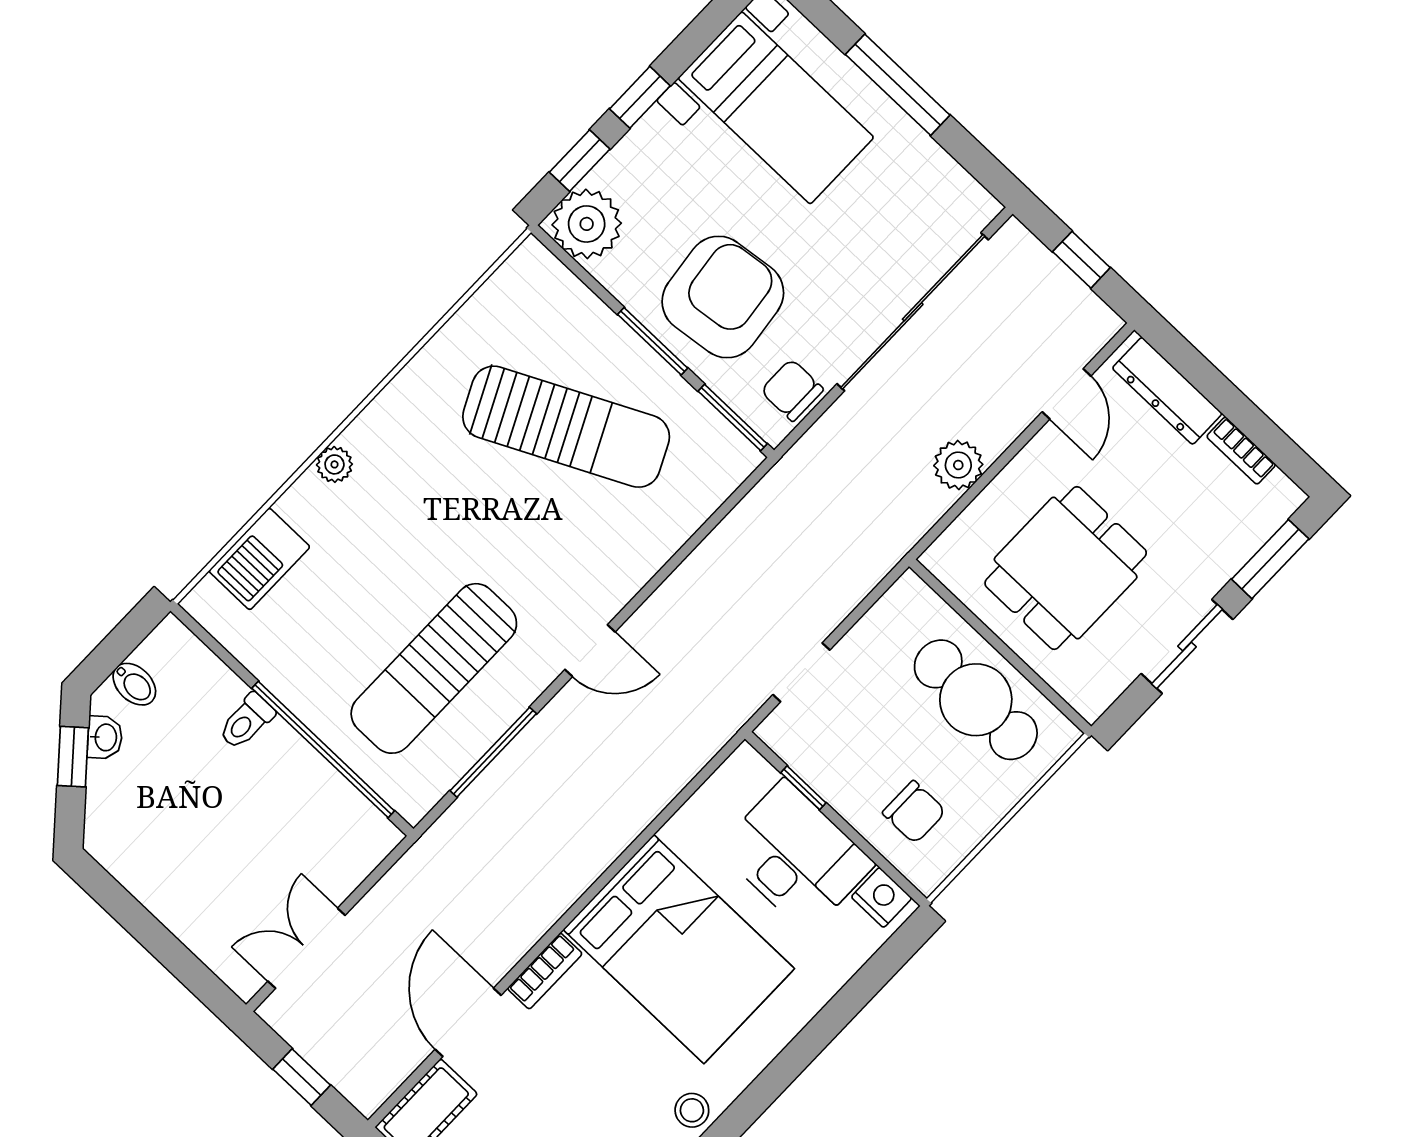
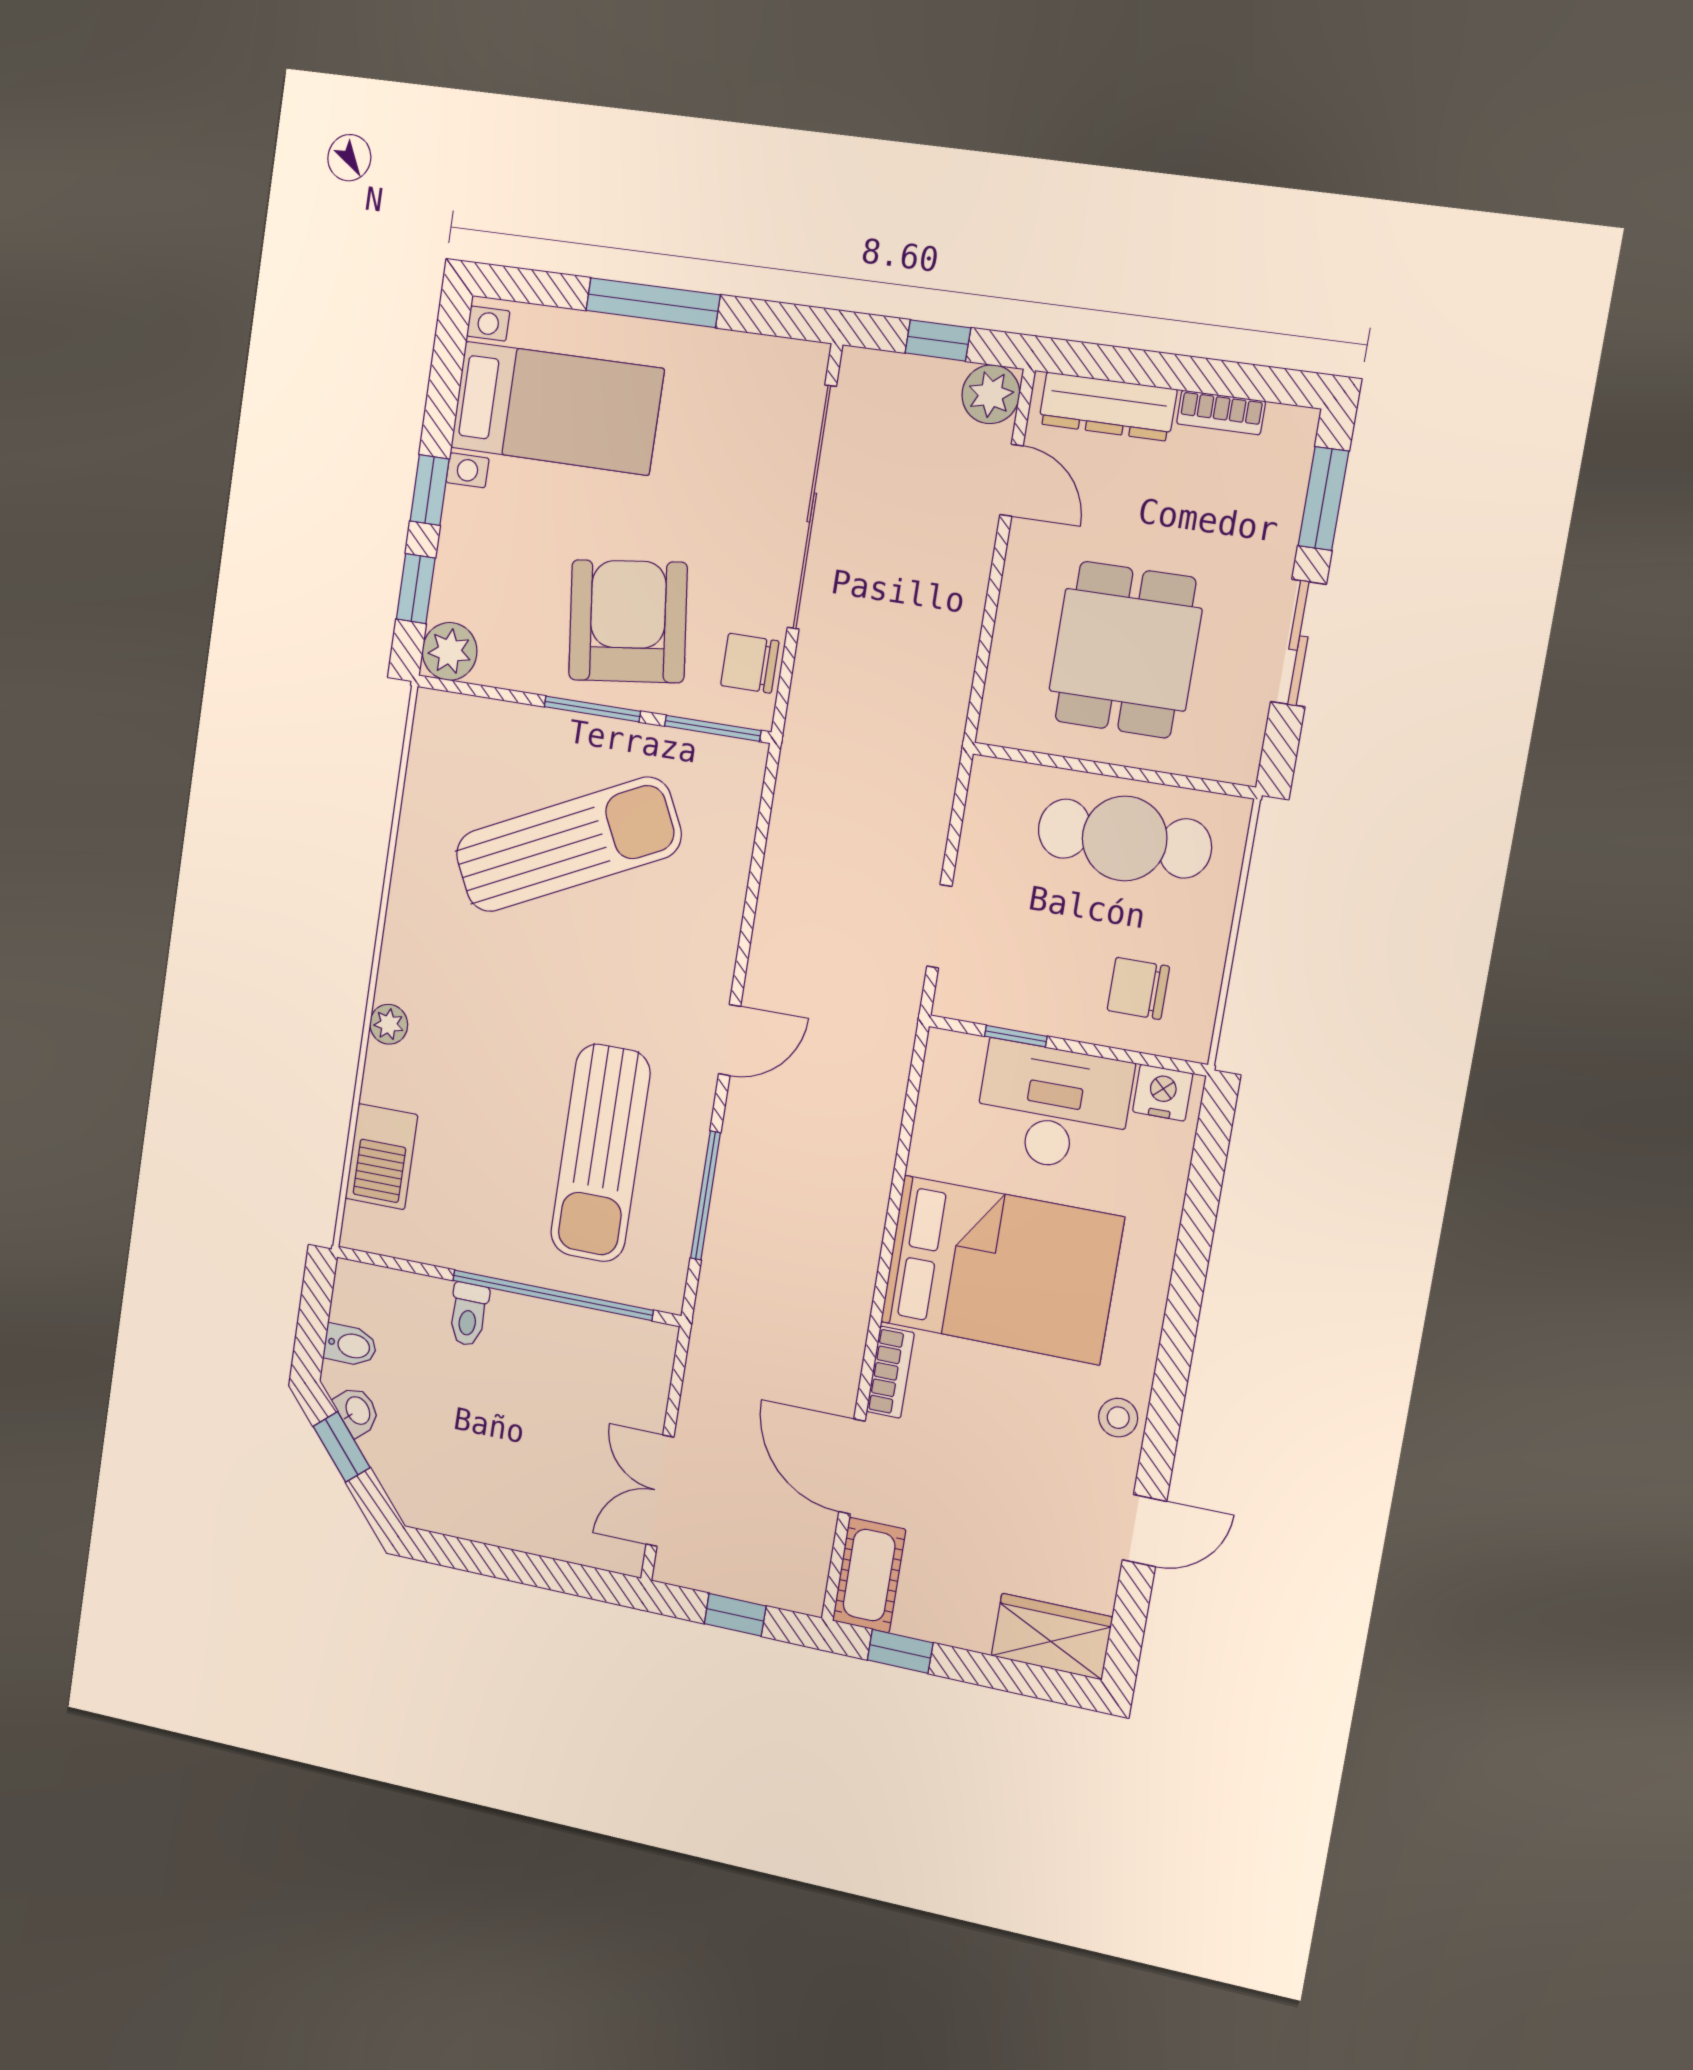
plant: (587, 224) -> (450, 651), width x0.73, depth x0.73
plant: (958, 465) -> (991, 394), moved
chair: (914, 812) -> (1138, 988), turned 180

